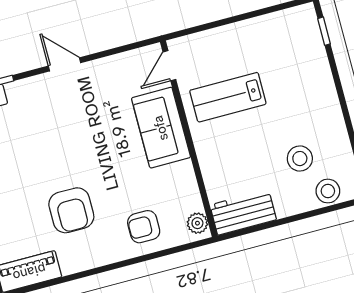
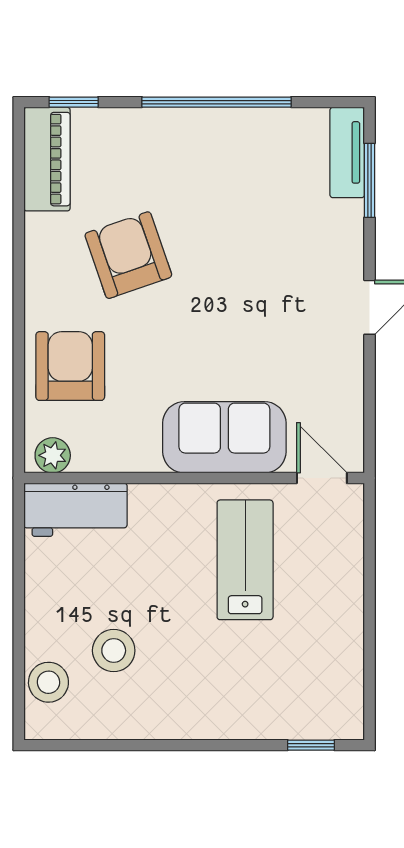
armchair: (71, 210) -> (128, 255), turned 71
workbench: (243, 212) -> (75, 510), moved, turned 90
armchair: (144, 227) -> (70, 366), width x1.38, depth x1.38

